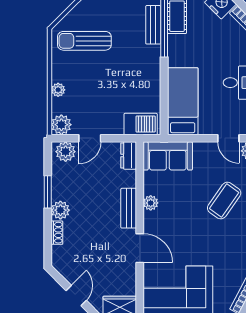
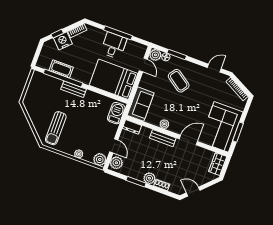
bench: (153, 25) -> (74, 89), moved
bed: (183, 101) -> (114, 79), width x1.50
door: (228, 138) -> (143, 65), hinge flipped
door: (76, 296) -> (193, 192), moved

